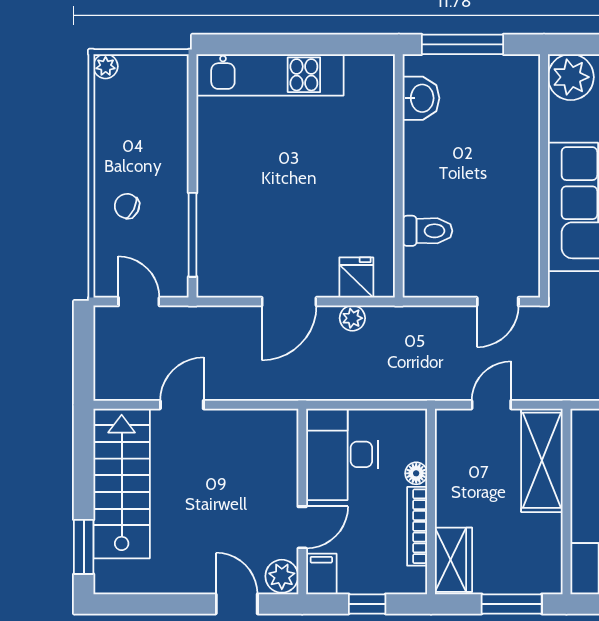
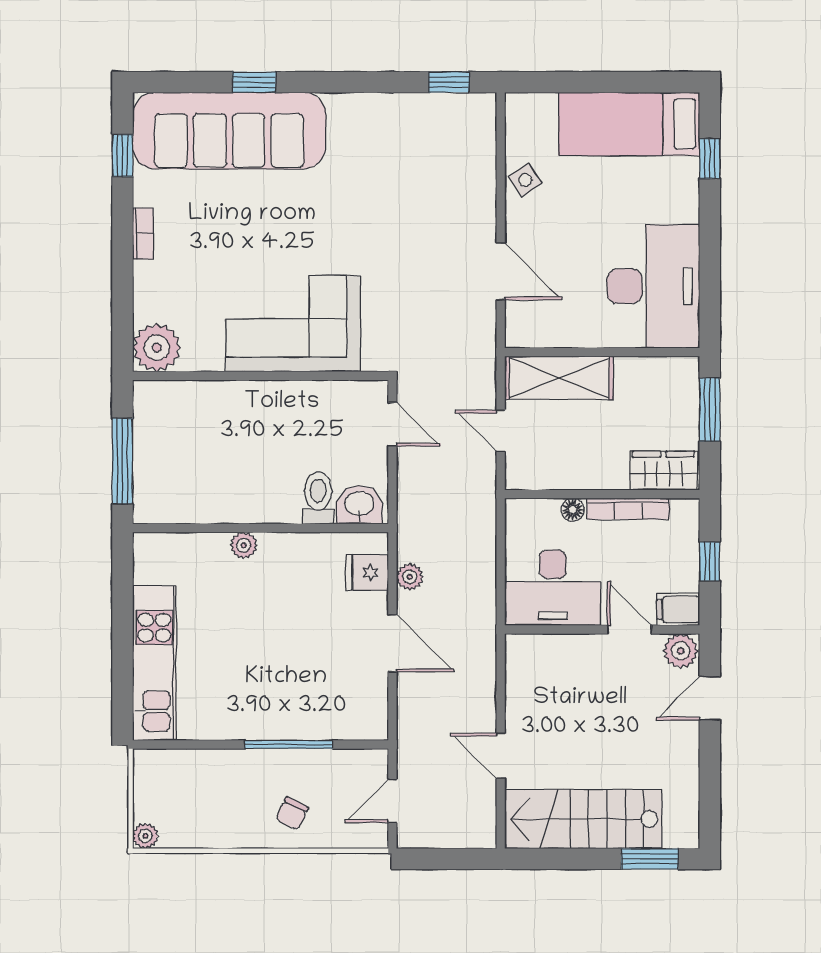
washbasin: (421, 98) -> (359, 505), moved
plant: (382, 160) -> (244, 545), added
window: (193, 235) -> (289, 745), moved

